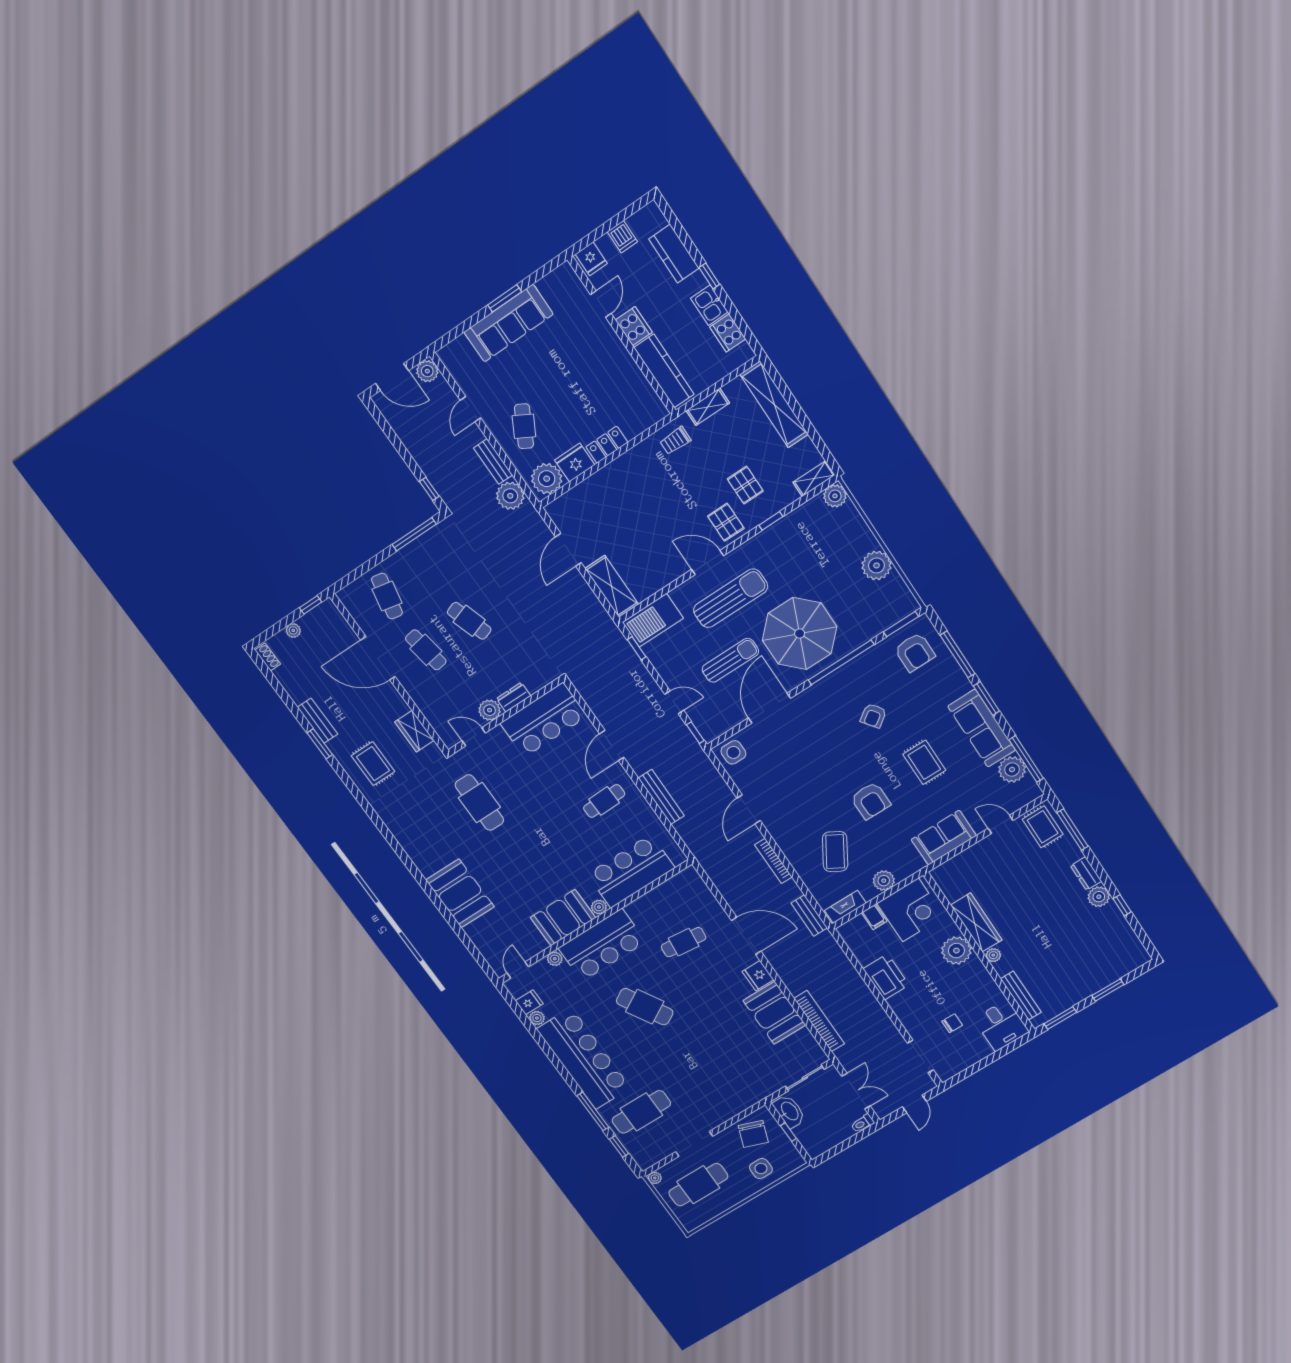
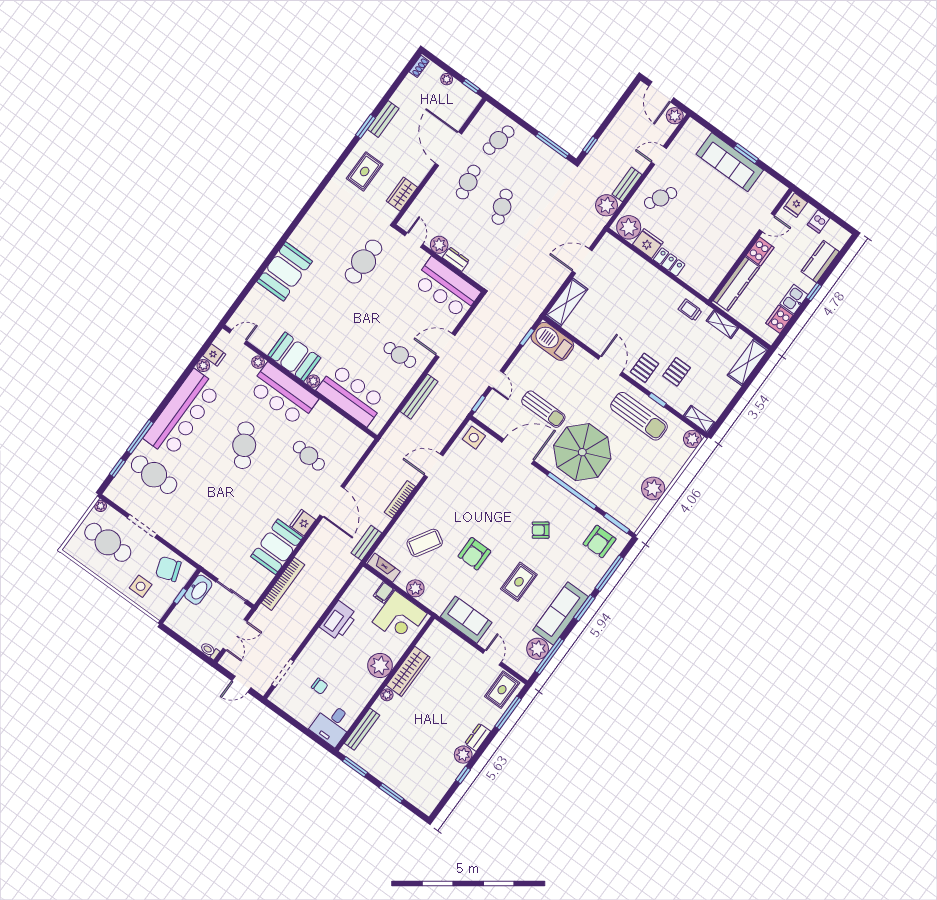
shelving: (774, 404) -> (748, 362), width x0.68
sun lounger: (731, 598) -> (639, 416), moved
chair: (753, 1134) -> (168, 569), turned 51

